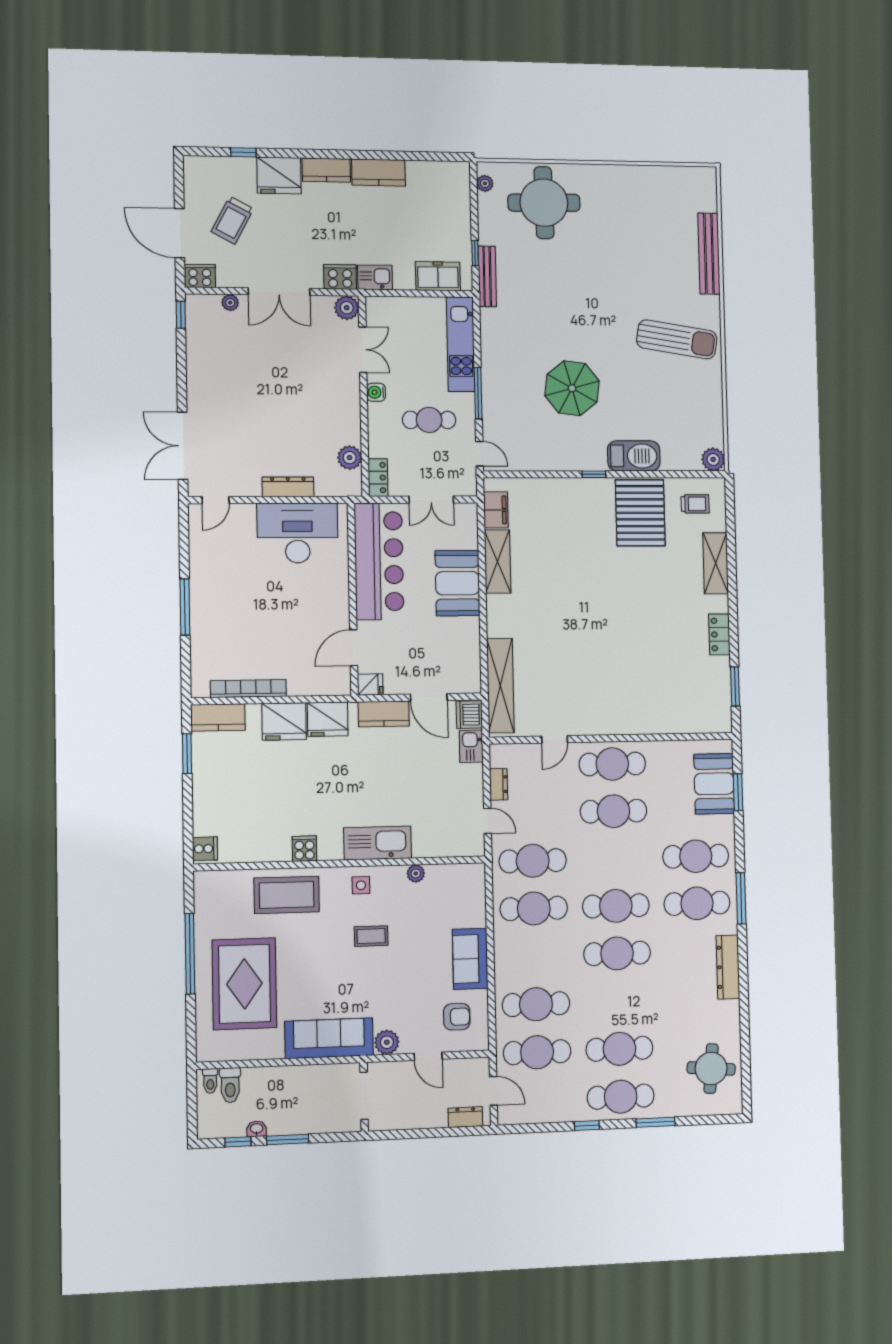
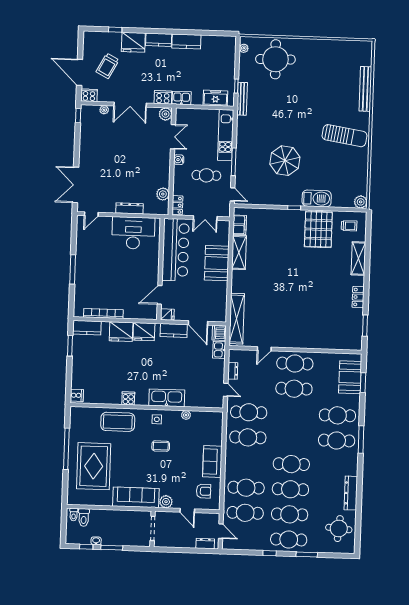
cafe table: (616, 906) -> (290, 489), moved
dresser: (728, 967) -> (351, 493), moved

